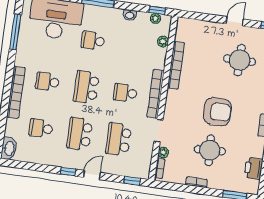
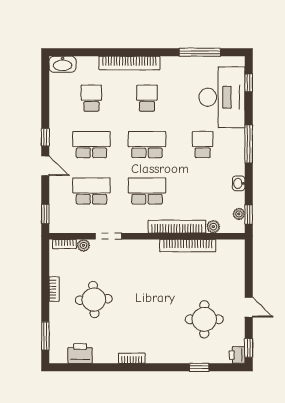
school desk: (125, 93) -> (147, 191), width x1.85
bookcase: (156, 94) -> (177, 227), moved
armchair: (217, 112) -> (140, 302), removed

